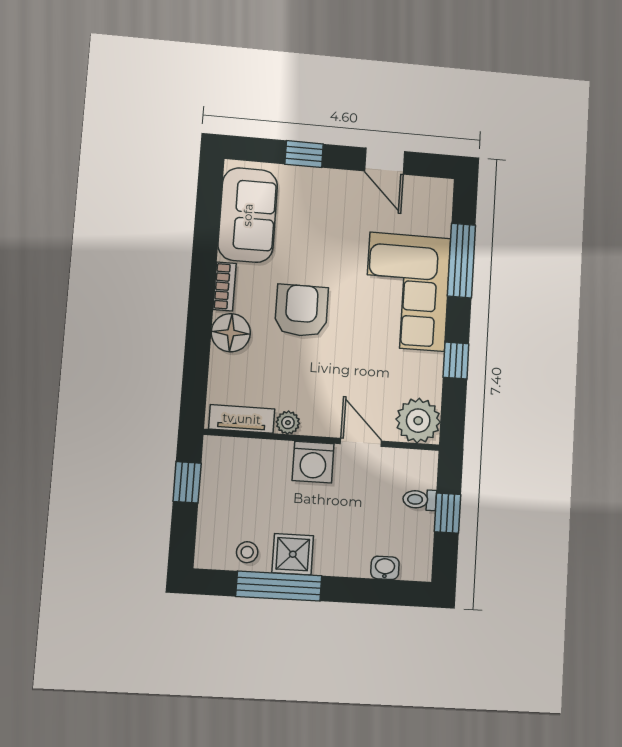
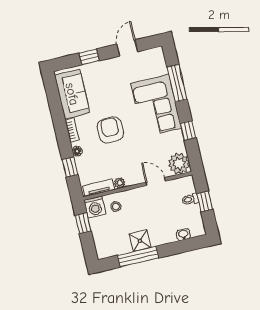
door: (385, 161) -> (127, 48), swing flipped
floor lamp: (231, 333) -> (77, 151), width x0.53, depth x0.53
window: (197, 359) -> (70, 167), added
washing machine: (313, 462) -> (95, 207), moved
stool: (247, 552) -> (116, 206), moved

